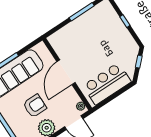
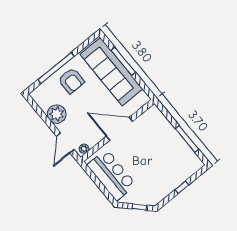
armchair: (35, 106) -> (71, 81), moved

